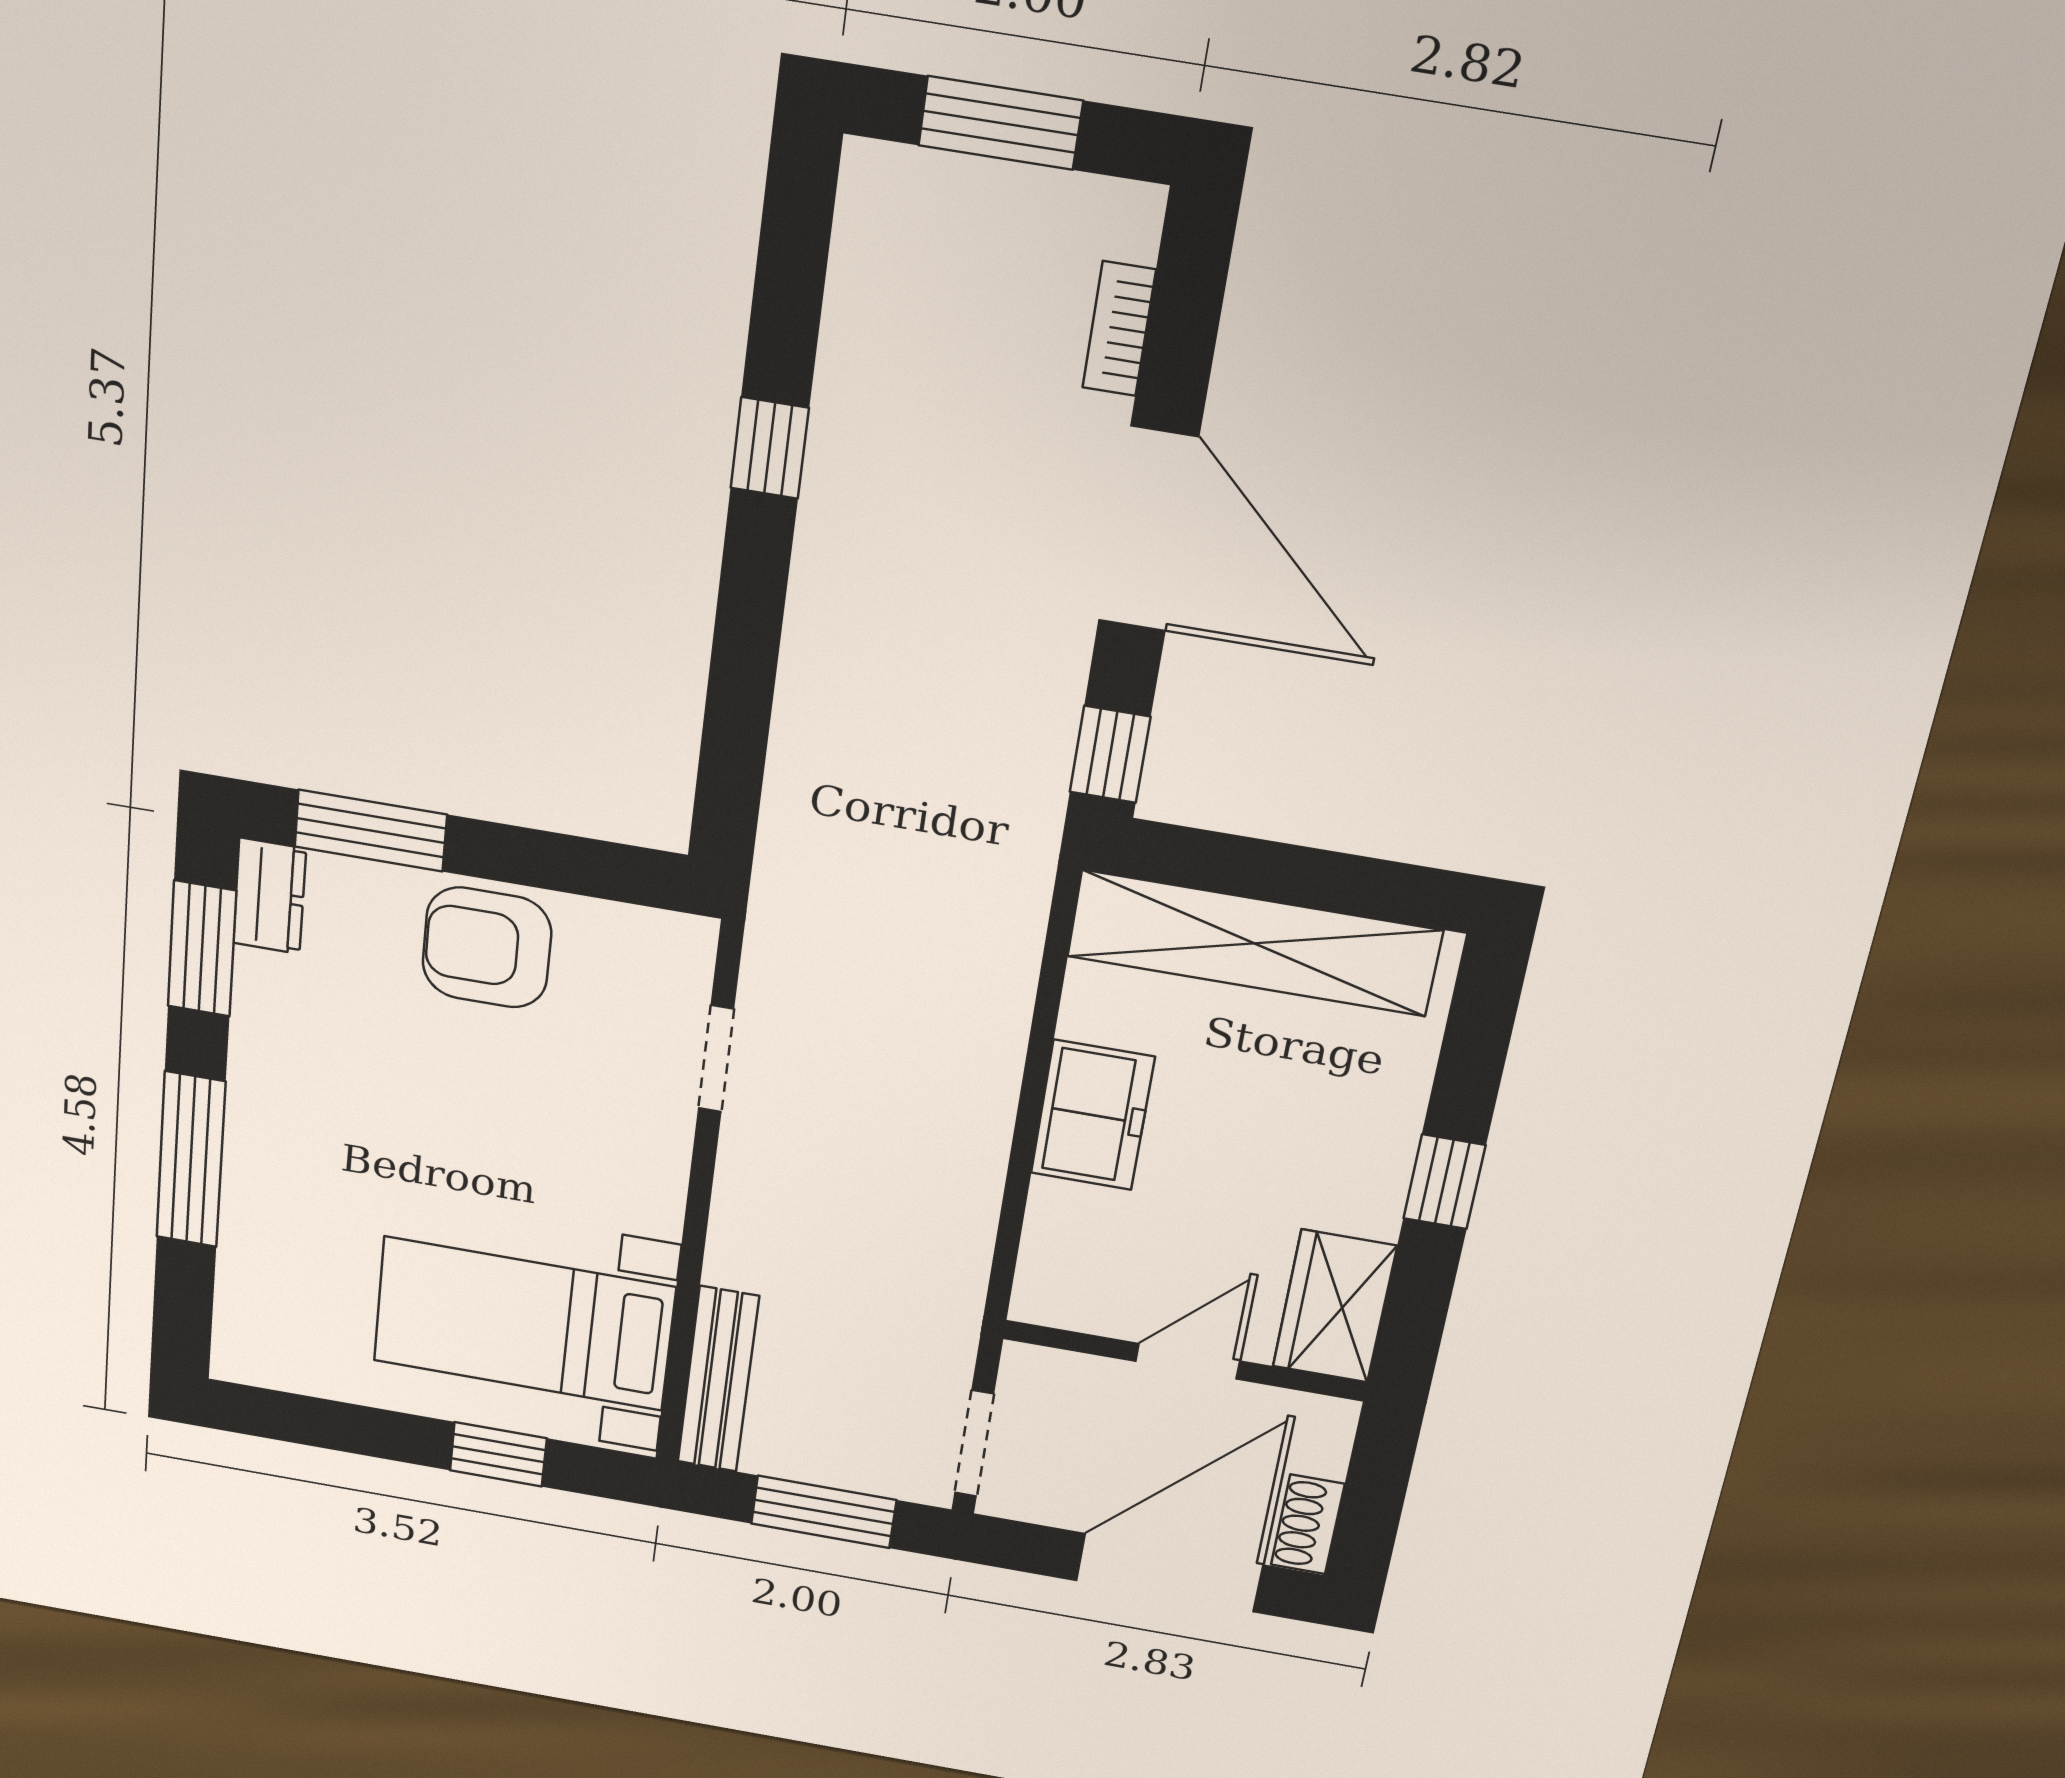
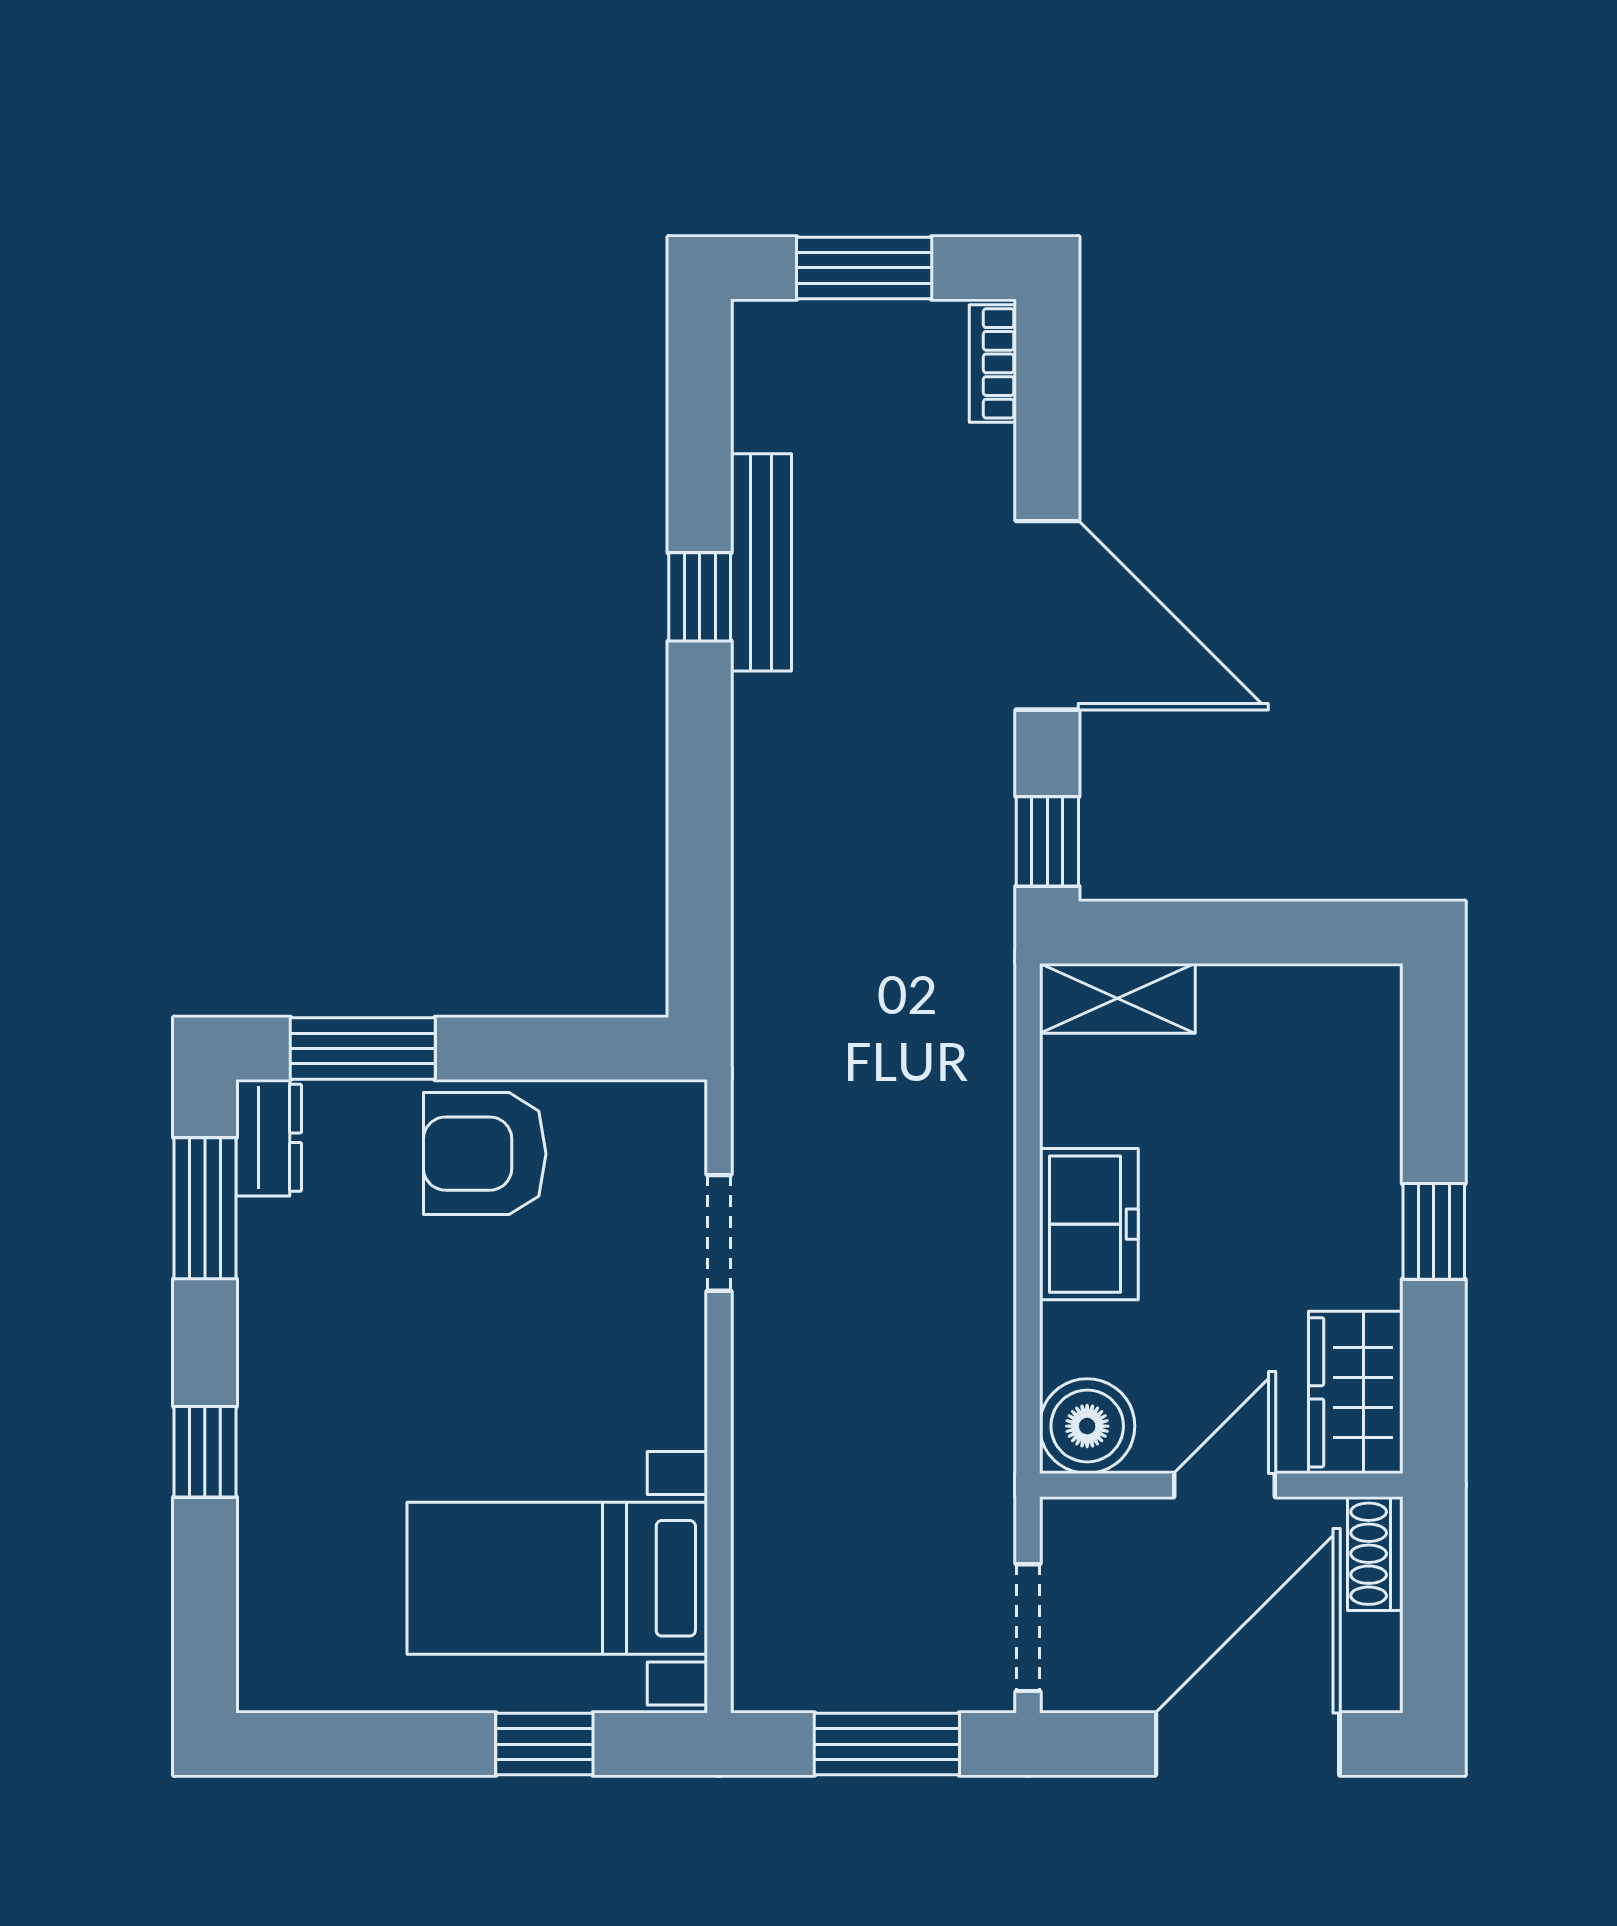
bookcase: (1119, 329) -> (993, 363), moved
shelving: (1254, 943) -> (1117, 998), width x0.45, depth x0.75
window: (191, 1160) -> (205, 1452), width x0.46
boiler: (1060, 1288) -> (1087, 1426), added
bench: (718, 1380) -> (761, 562), moved
shoe rack: (1308, 1524) -> (1375, 1554), moved

